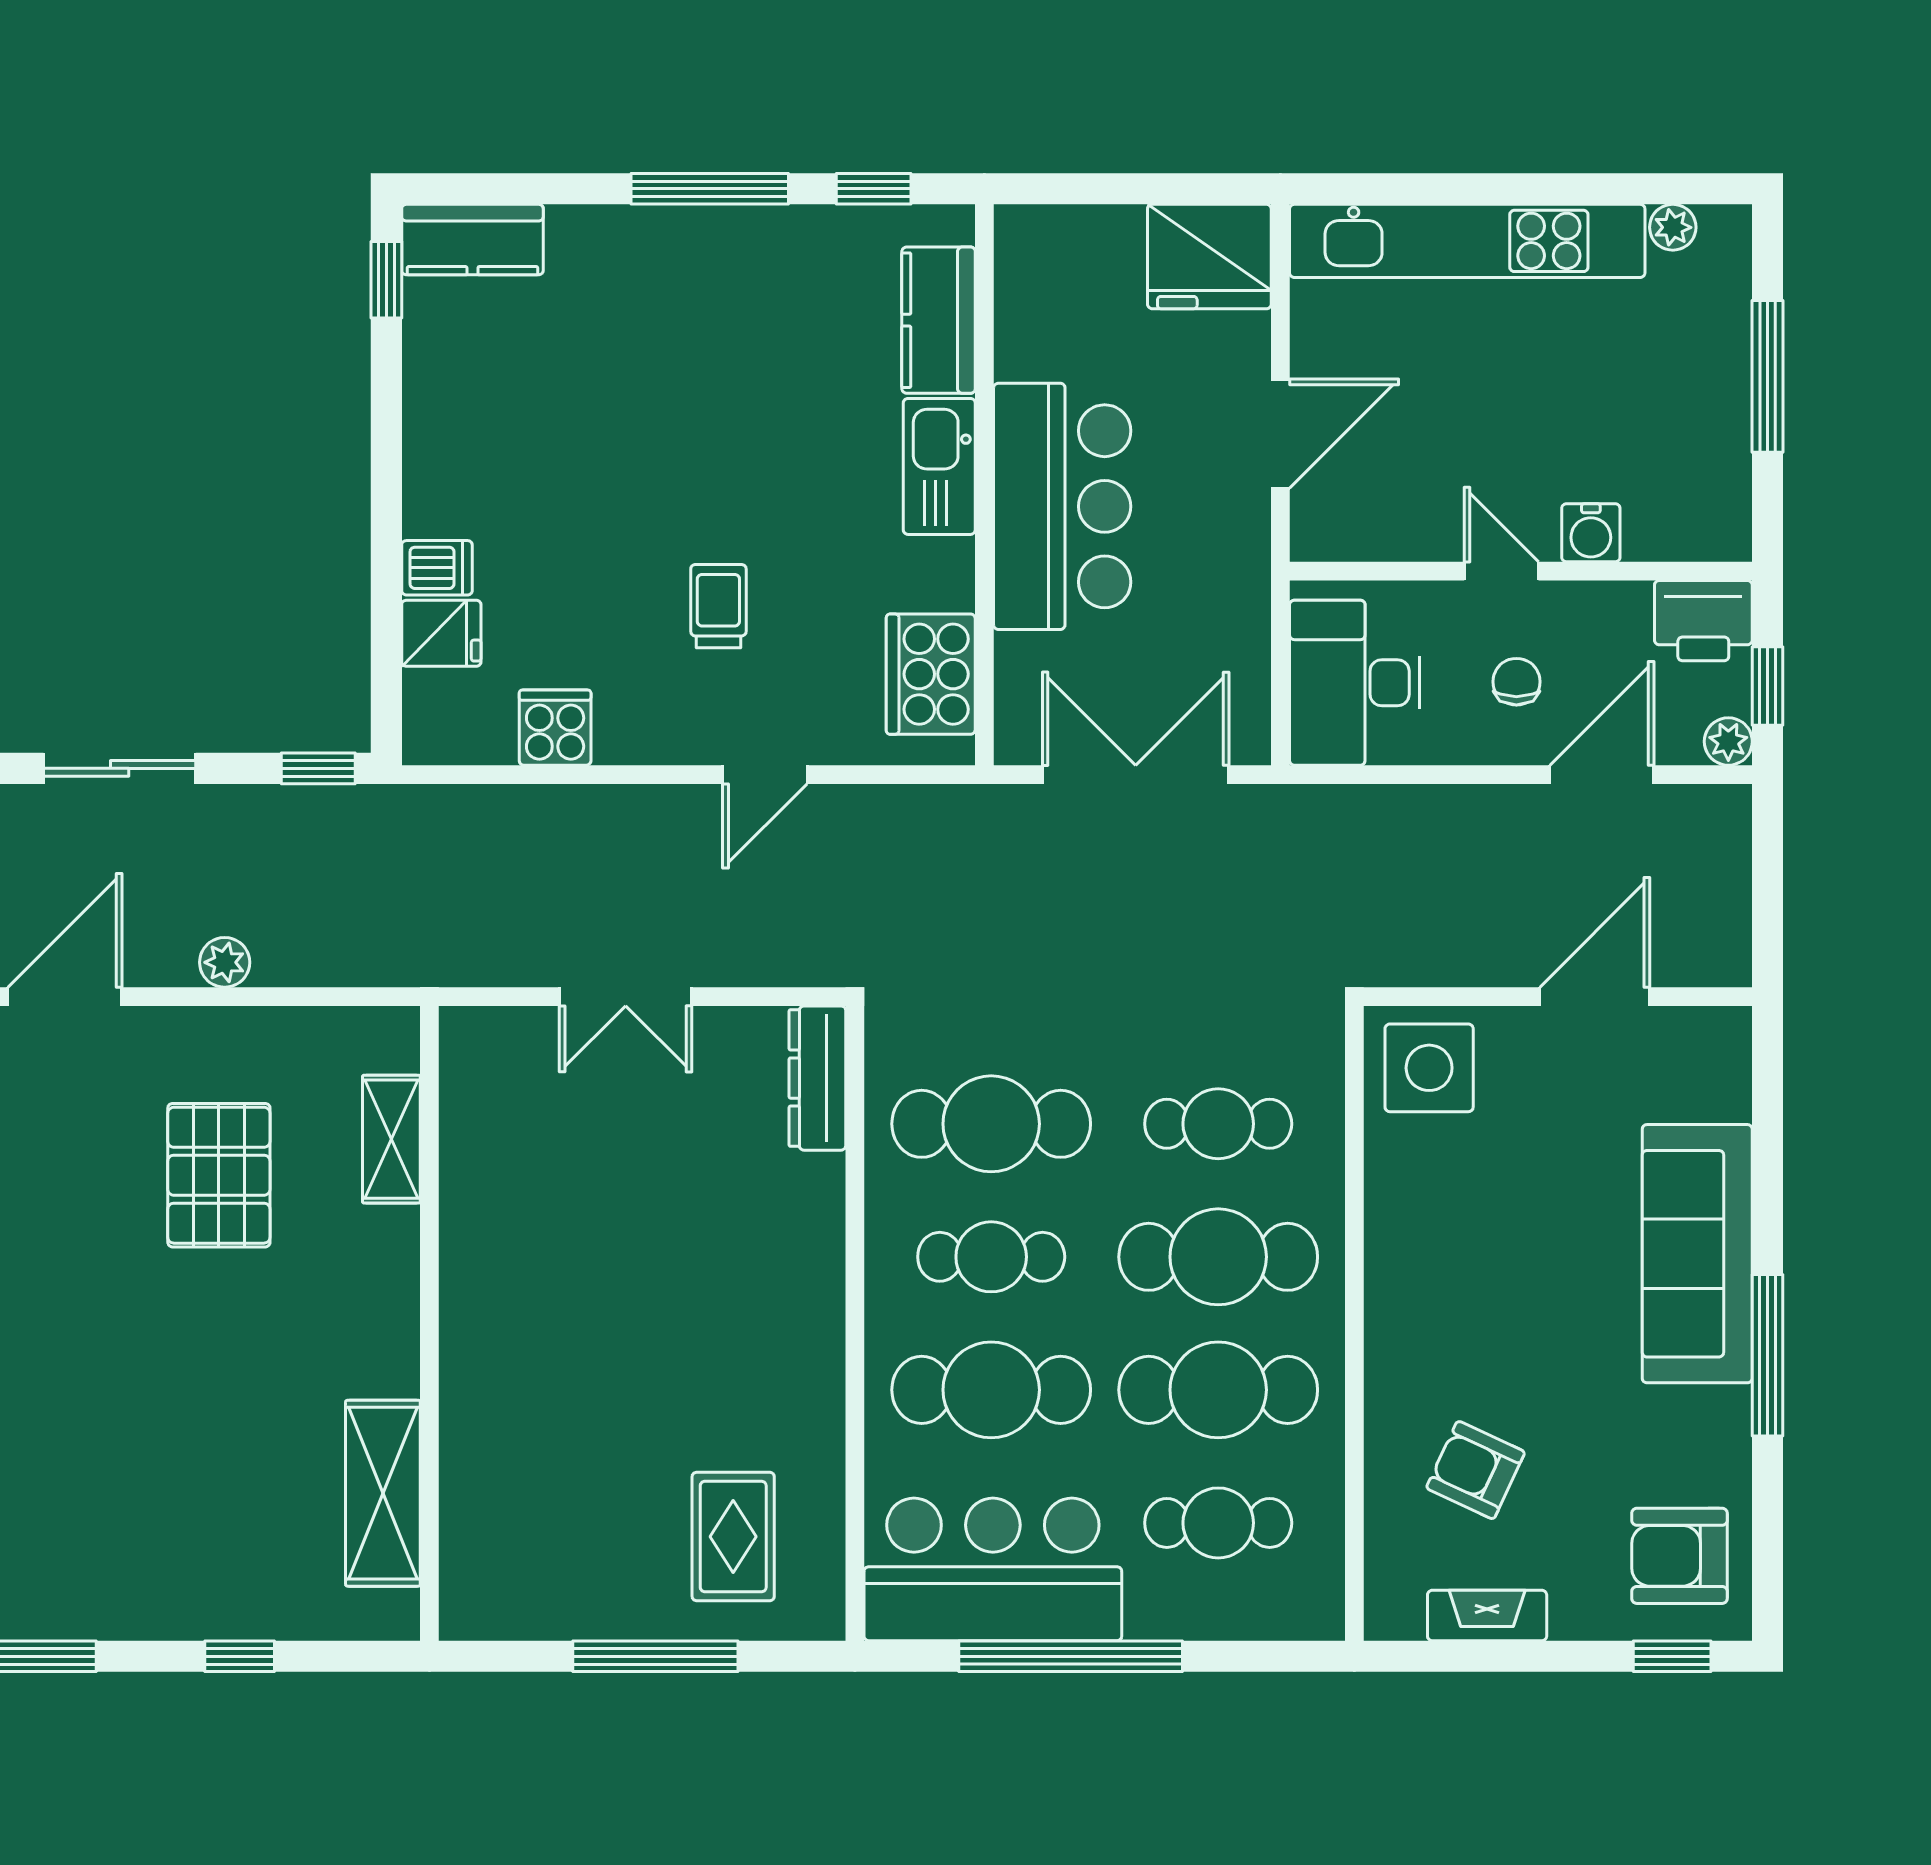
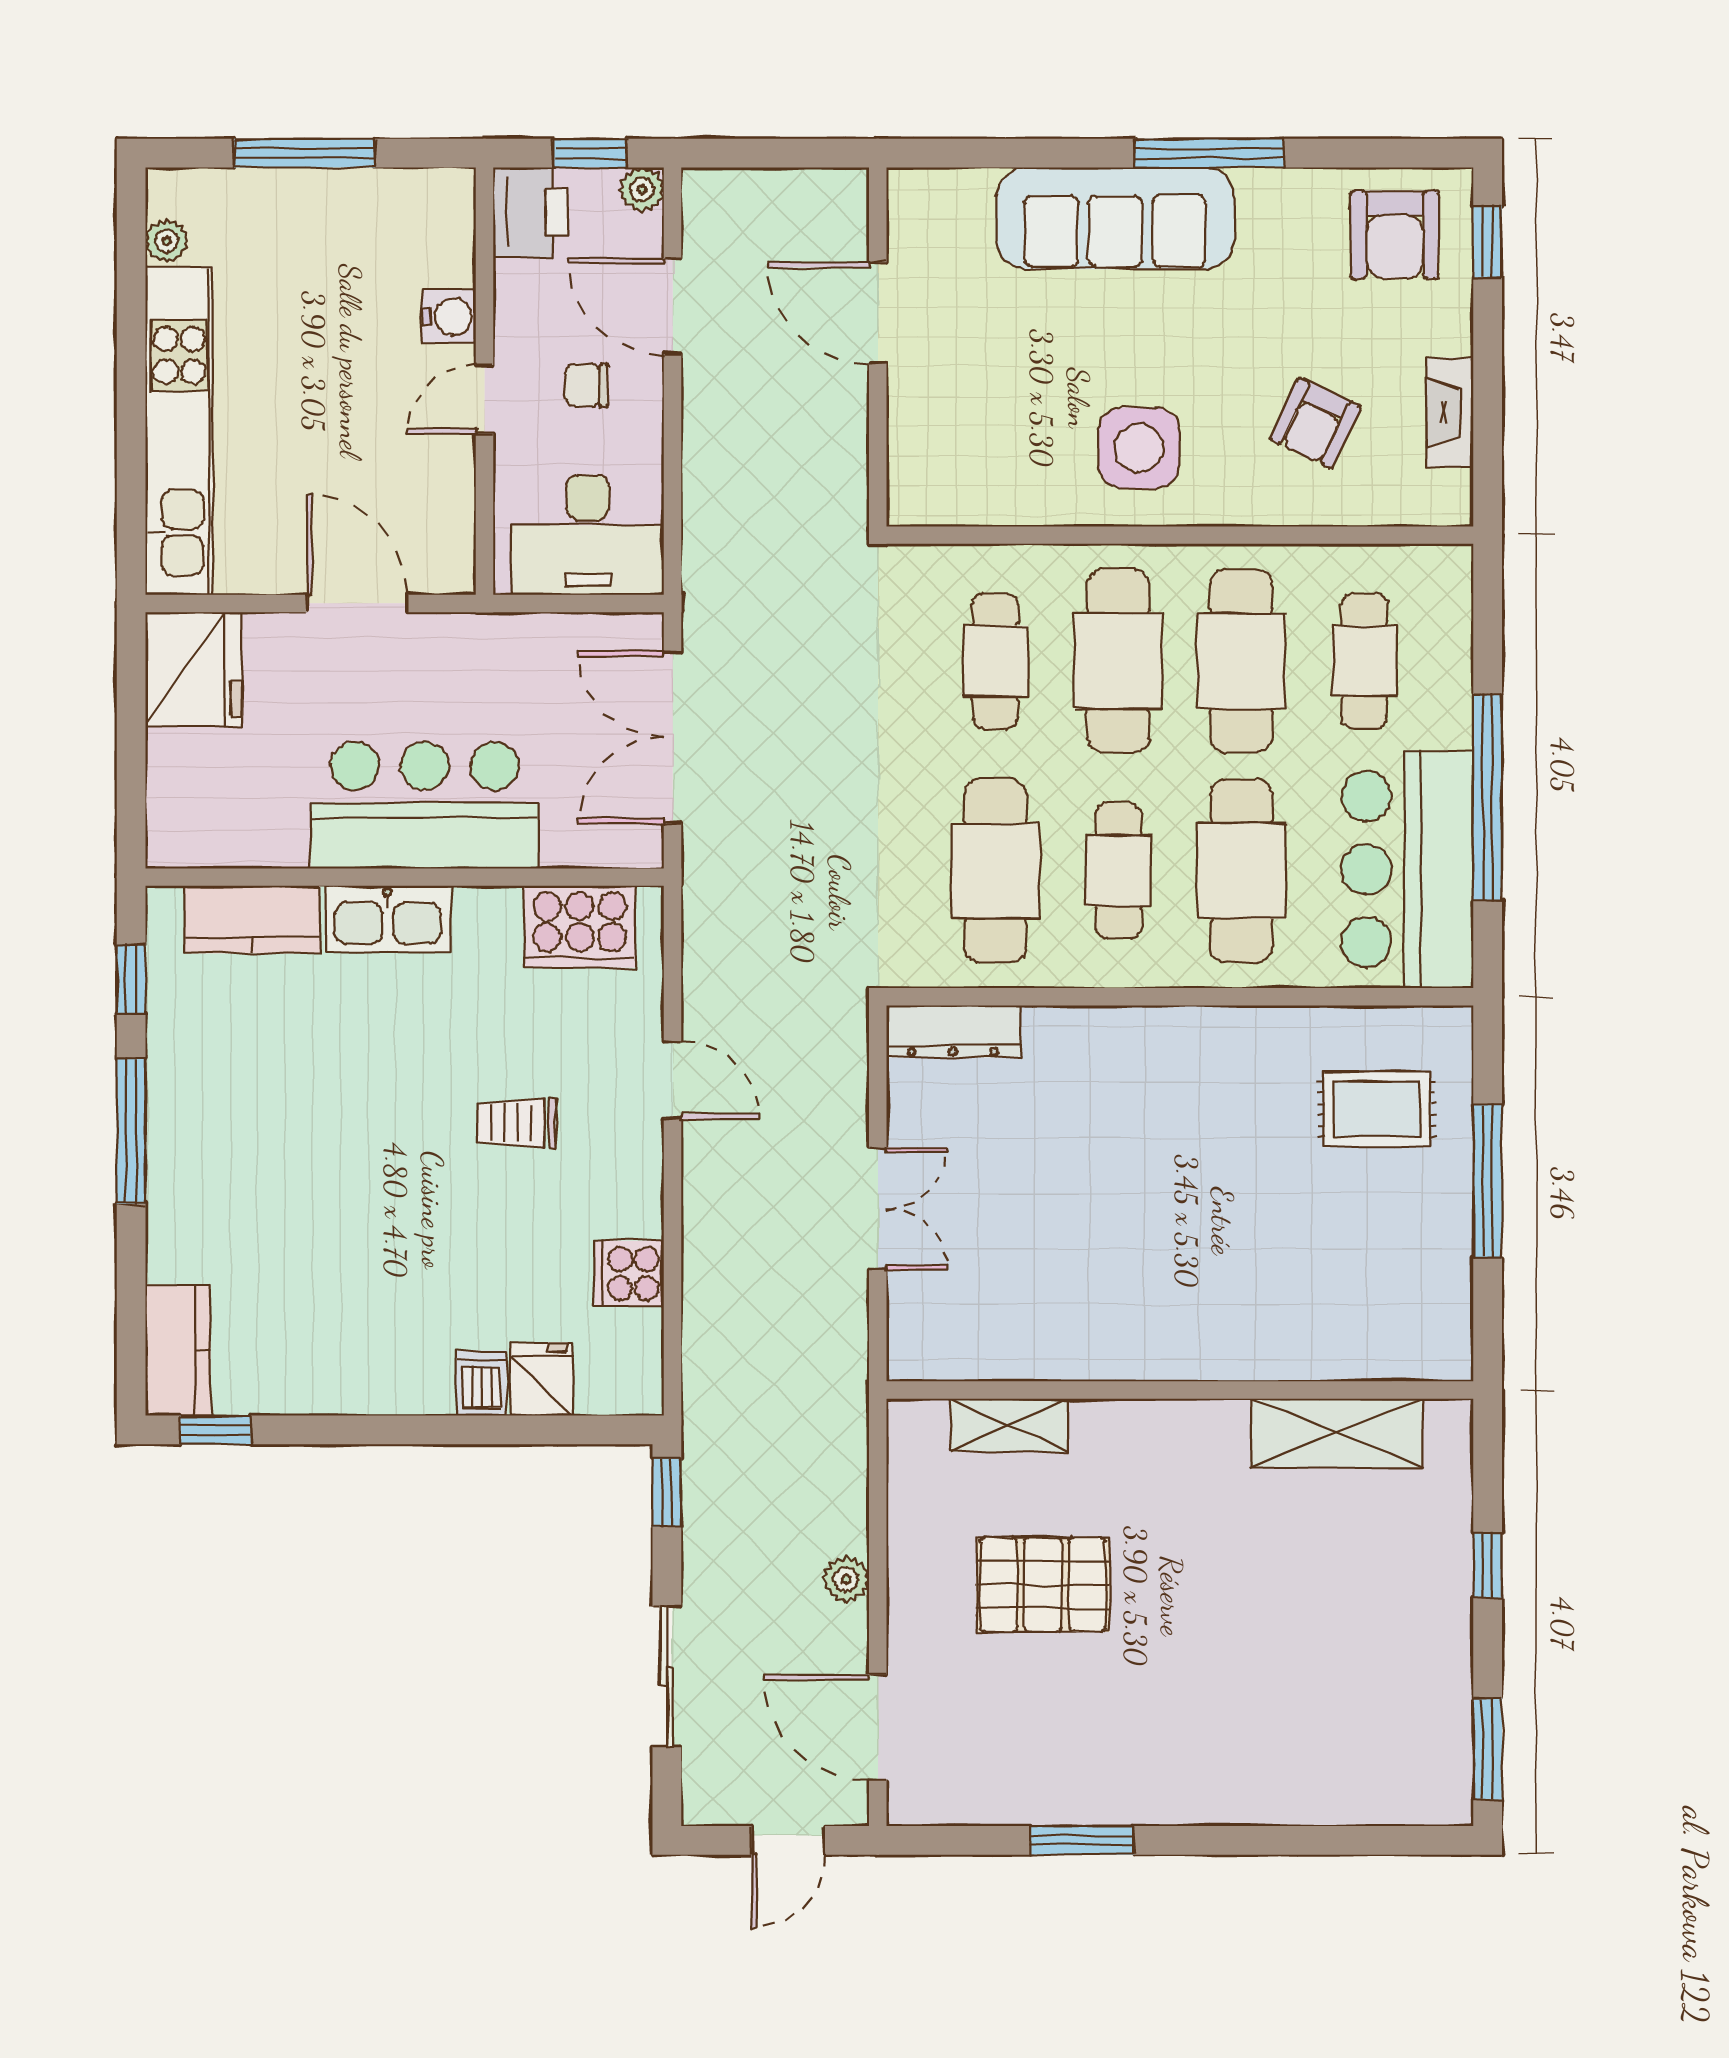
side table: (1429, 1068) -> (1139, 448), moved

